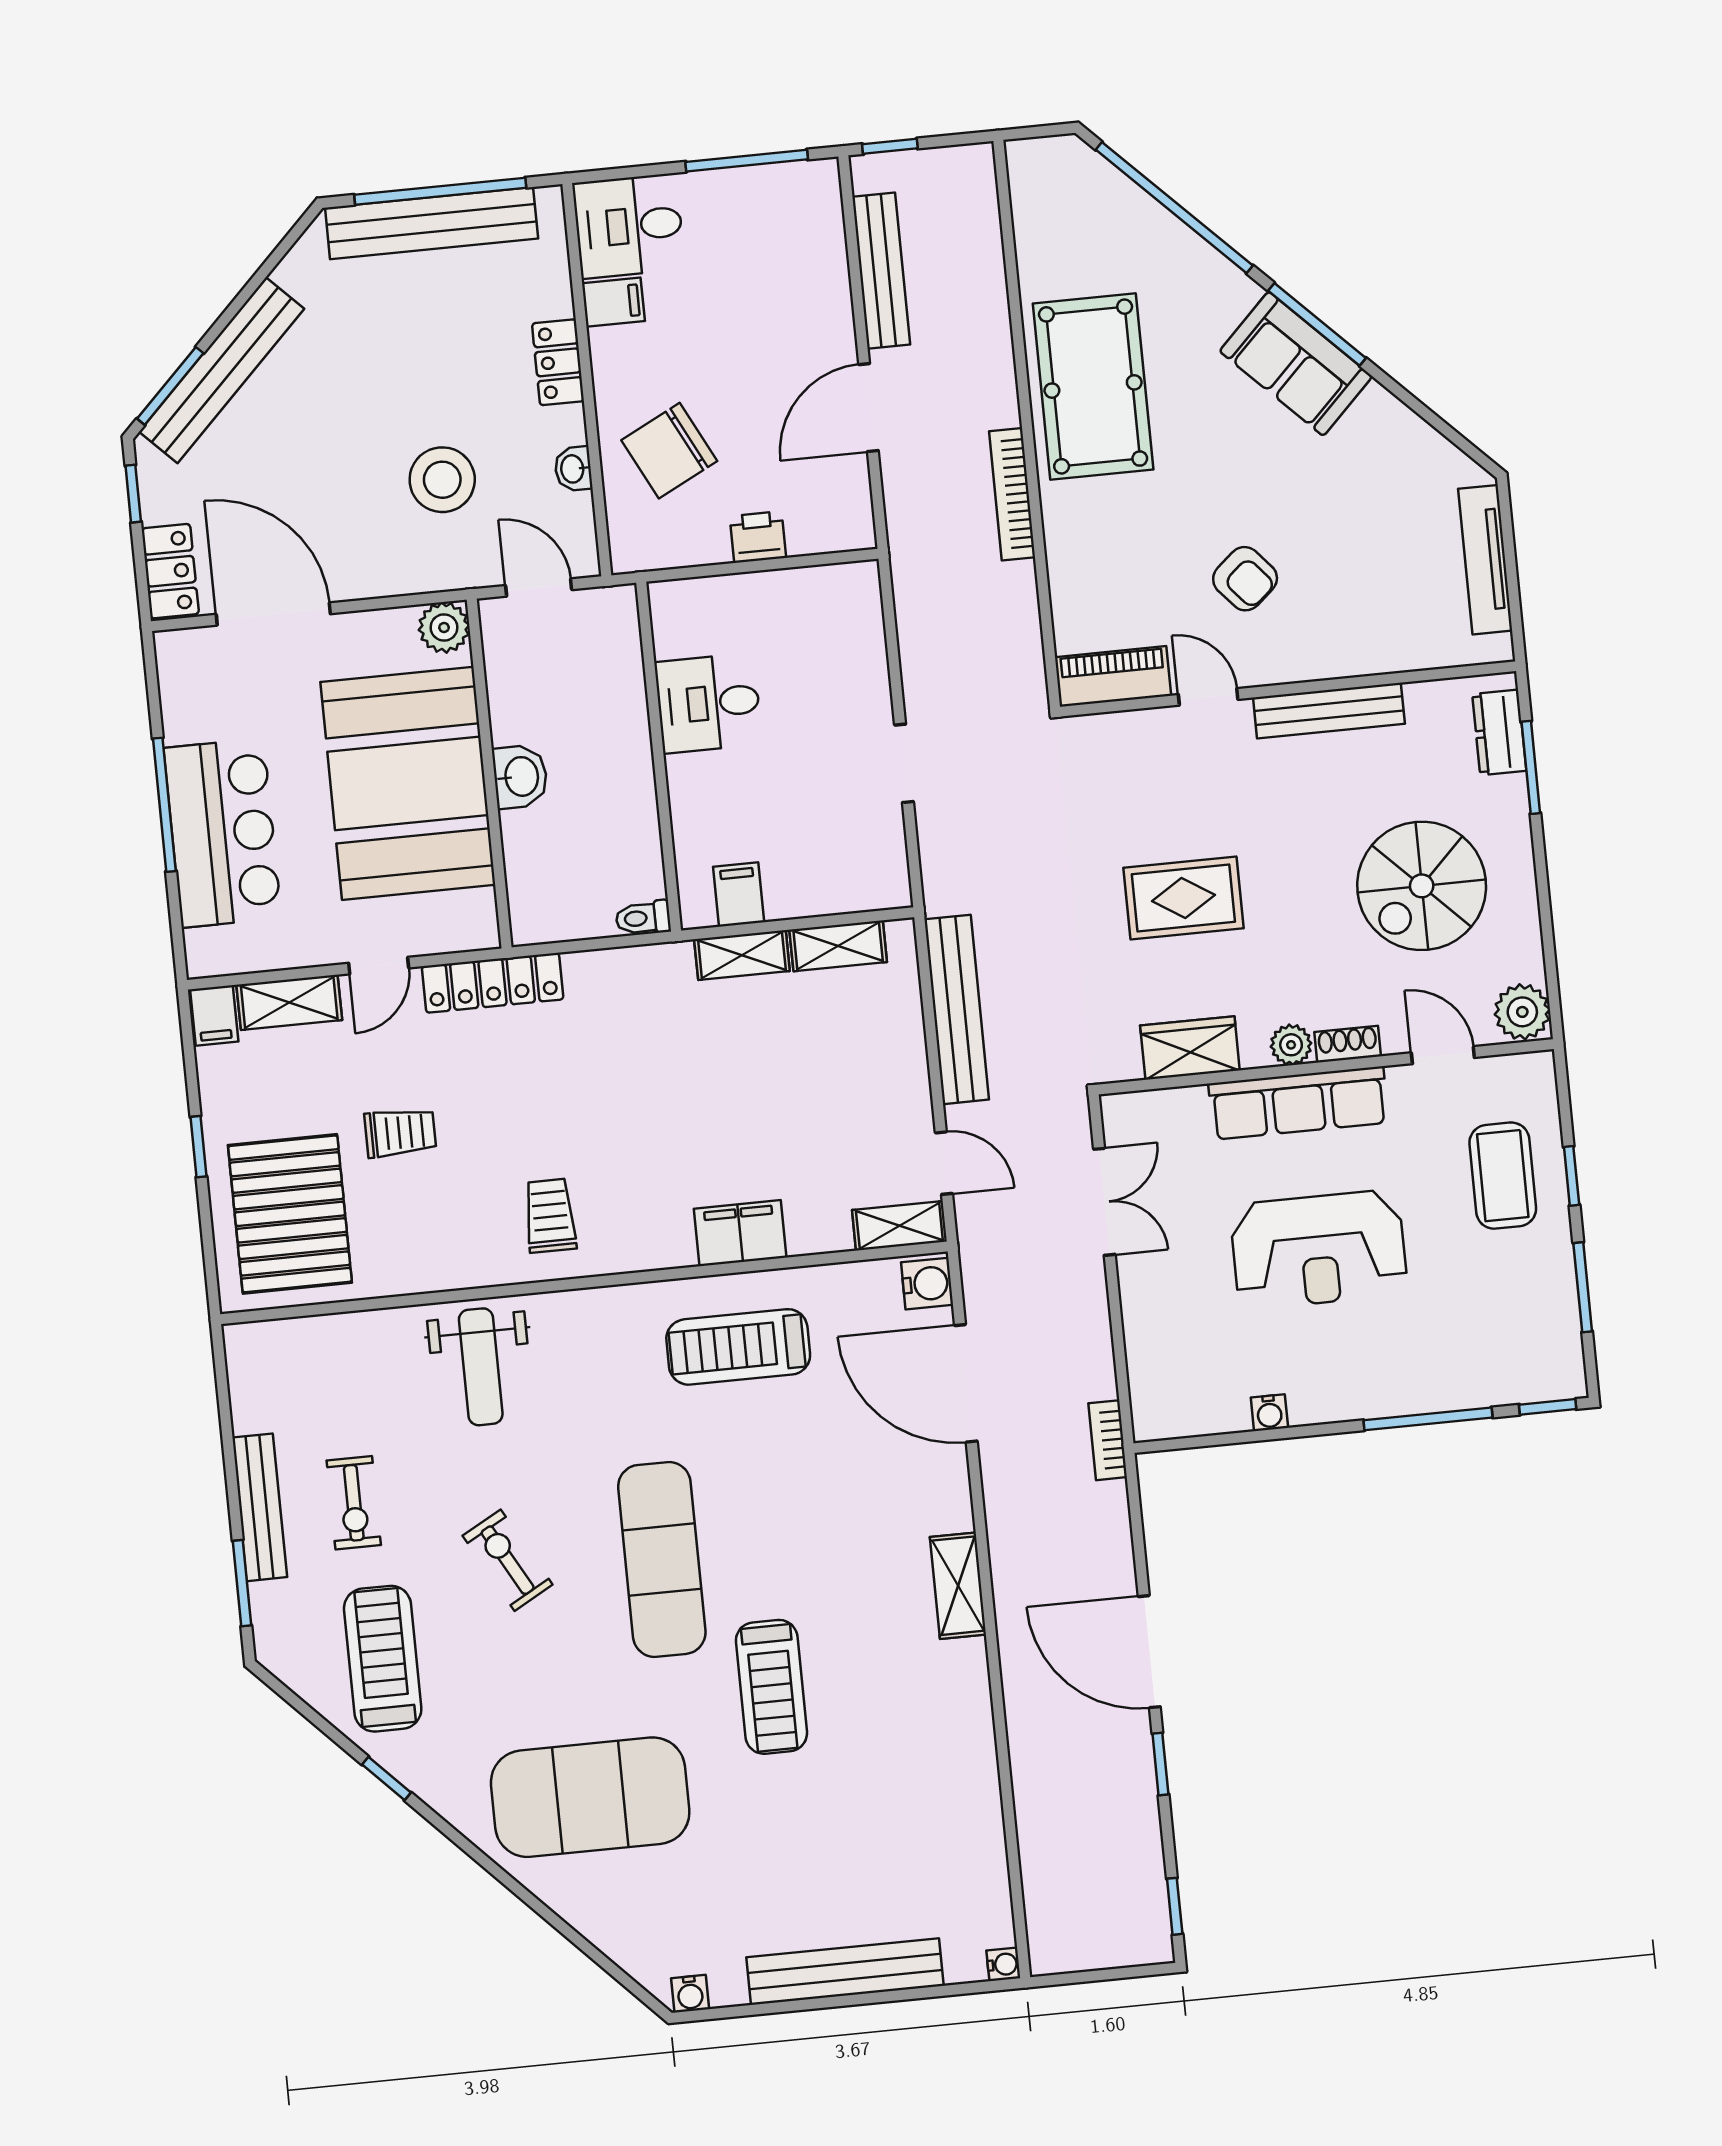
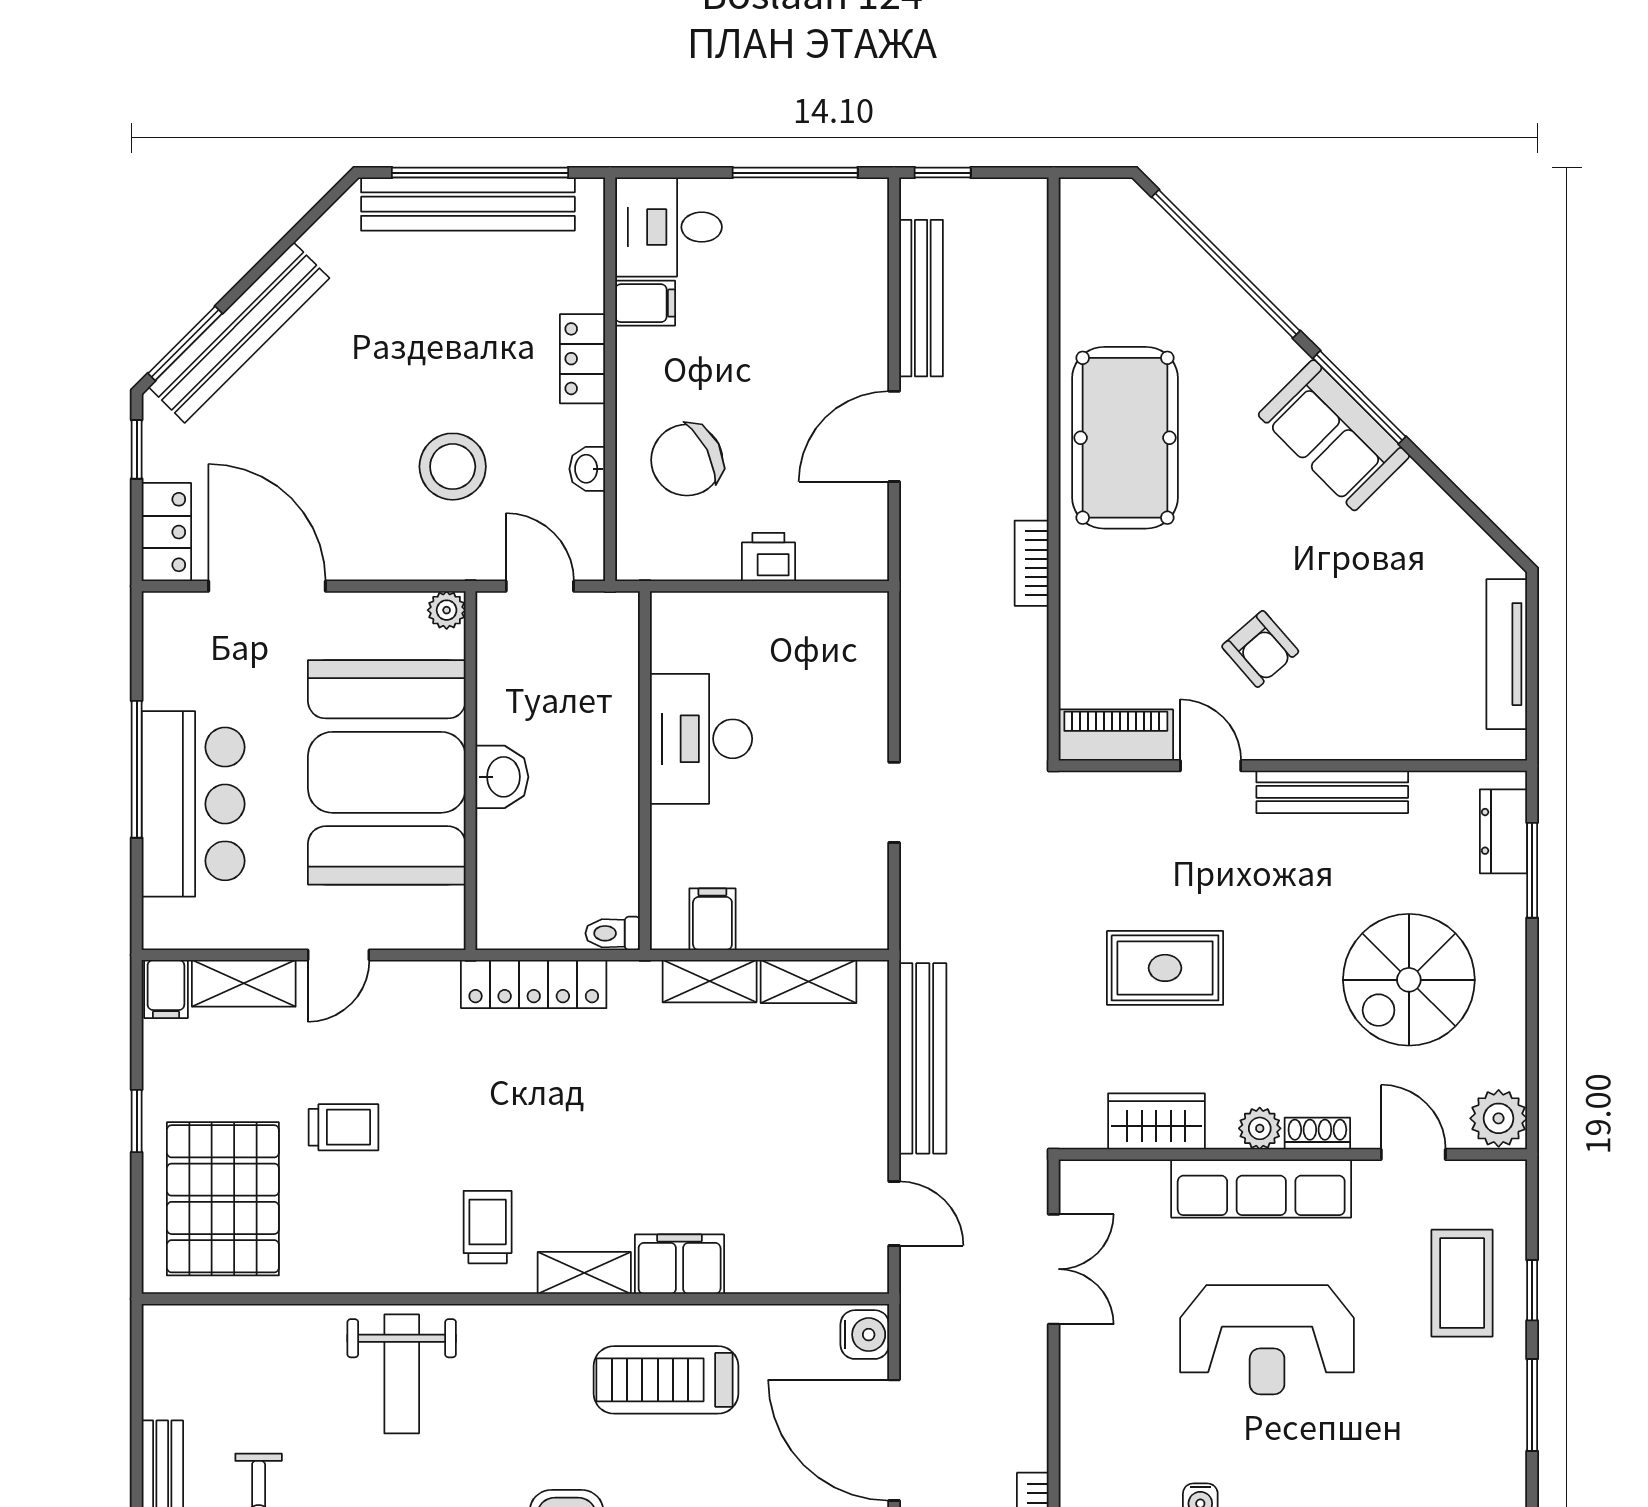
bookcase: (1012, 494) -> (1032, 563), width x0.64
plant: (444, 627) -> (447, 610), width x0.73, depth x0.73
desk: (708, 703) -> (701, 739), width x1.37
locker: (493, 983) -> (534, 984), moved
shelving: (899, 1226) -> (584, 1273), moved

